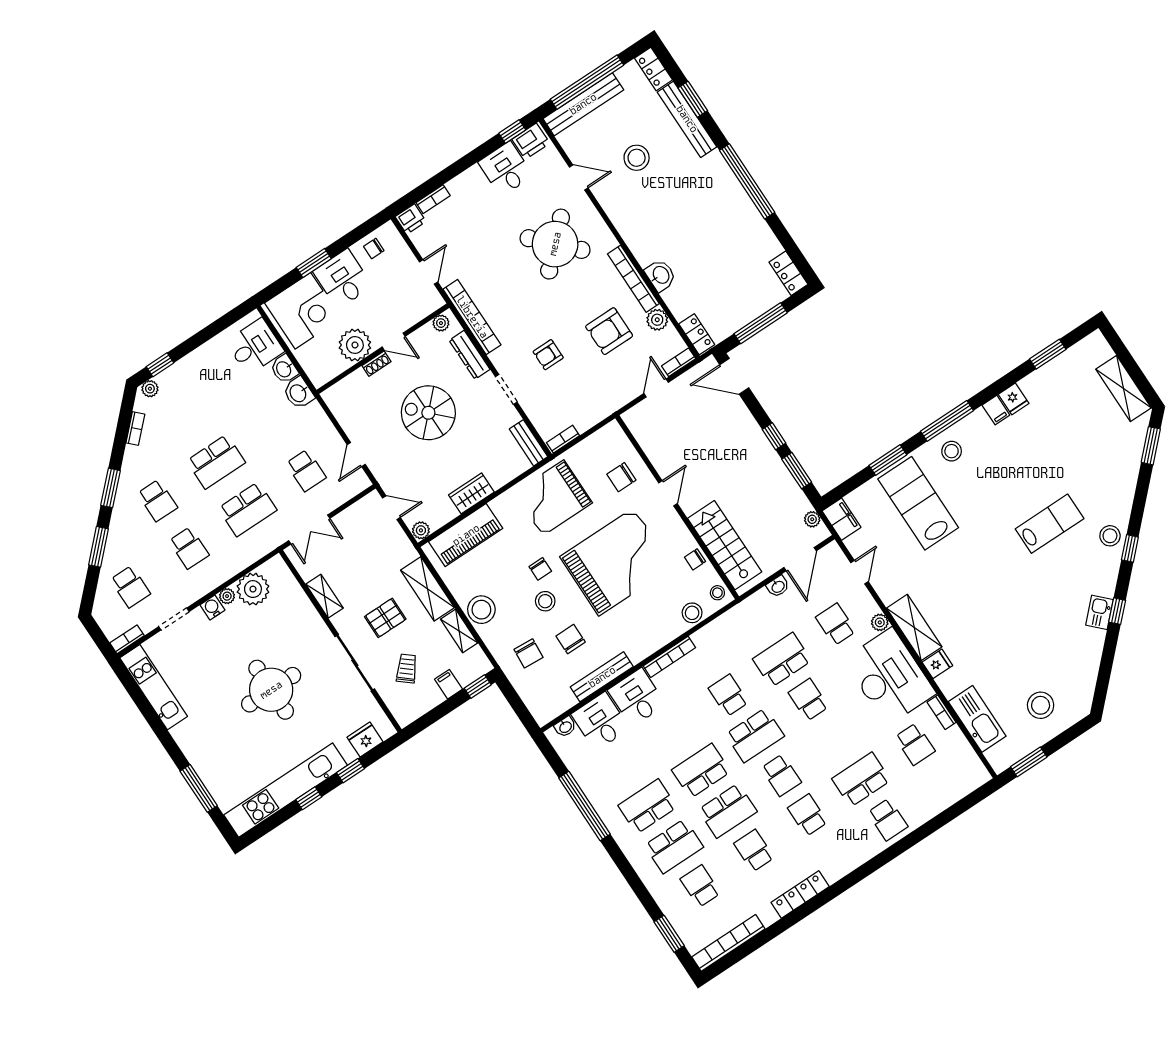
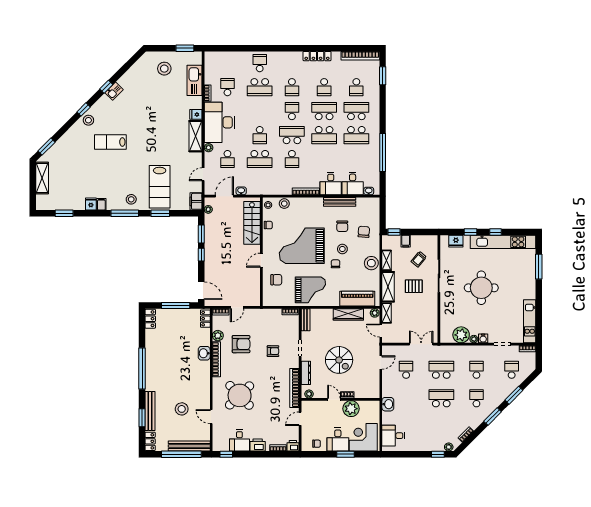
printer: (531, 141) -> (258, 445), moved
washbasin: (284, 369) -> (387, 418), removed
wardrobe: (471, 493) -> (348, 314), width x1.50
shelving: (325, 596) -> (387, 313), moved

